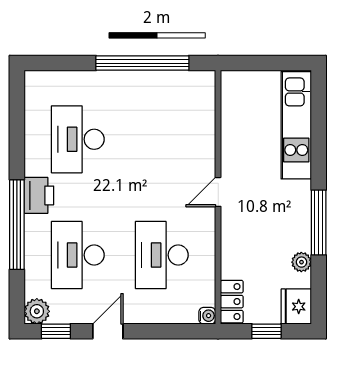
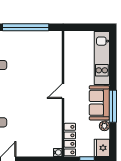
sofa: (291, 216) -> (99, 103), added
desk: (162, 255) -> (35, 122), removed
locker: (232, 302) -> (70, 140), width x1.53

